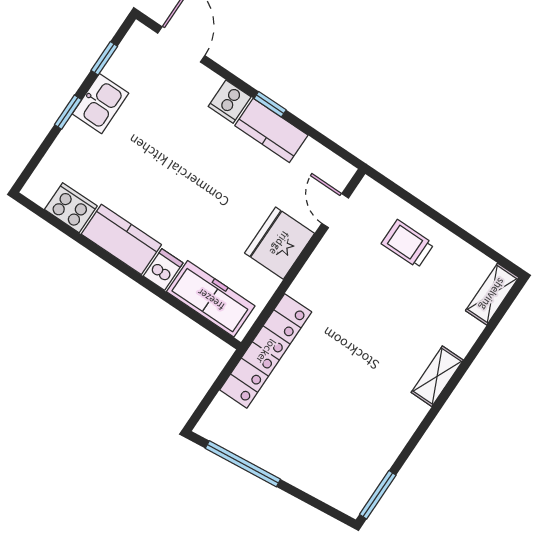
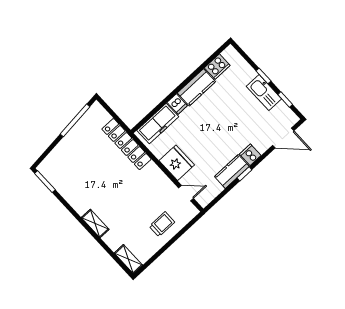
kitchen sink: (101, 104) -> (264, 93), width x1.38

